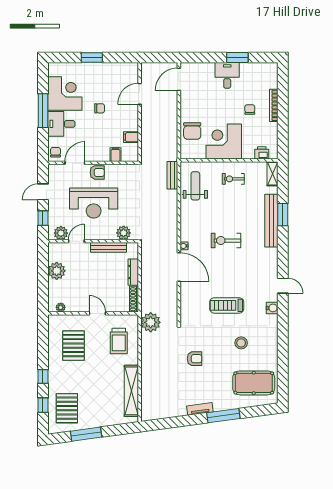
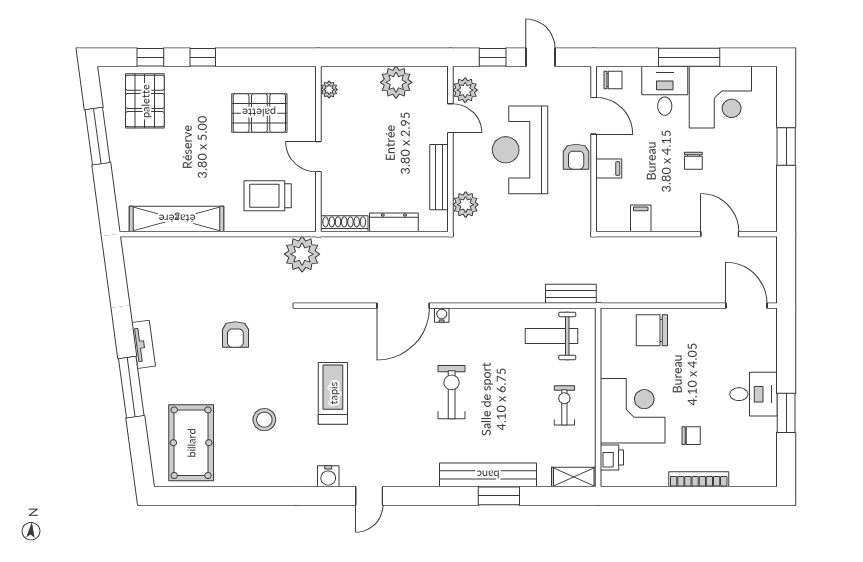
corner desk: (224, 142) -> (633, 411), moved
filing cabinet: (116, 155) -> (609, 169), moved
weight bench: (195, 186) -> (552, 336), turned 180
door: (97, 313) -> (318, 157), swing flipped
pallet: (67, 408) -> (145, 101), turned 90

